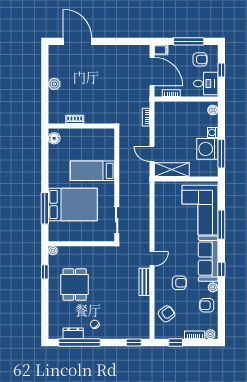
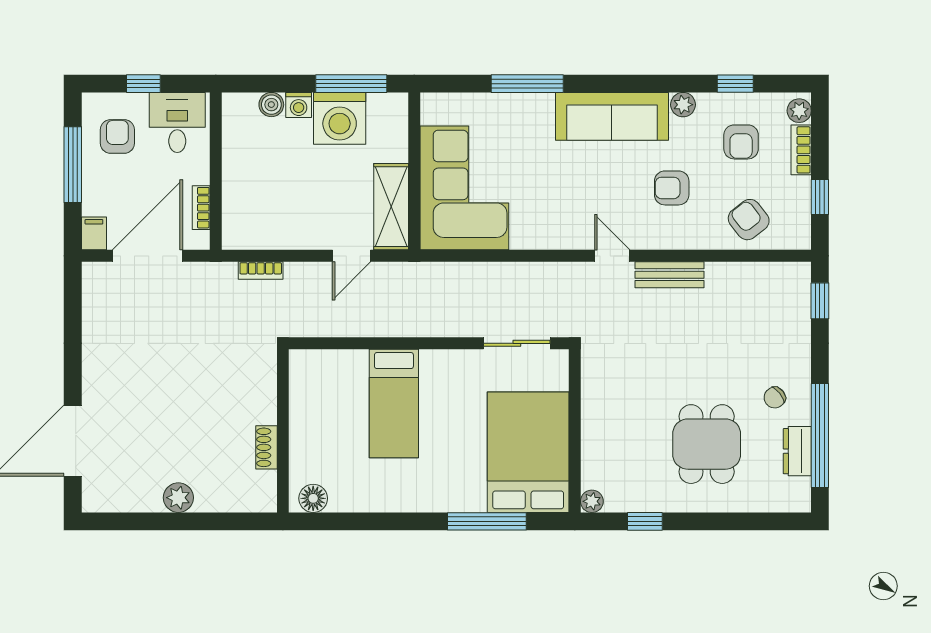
boiler: (213, 110) -> (271, 105), moved
bed: (73, 205) -> (528, 452), moved
corner sofa: (200, 210) -> (464, 188), moved, turned -90
window: (221, 269) -> (735, 84), moved
armchair: (179, 283) -> (672, 188), turned -90
dining table: (75, 285) -> (707, 444), moved, turned 90
armchair: (207, 305) -> (741, 142), moved

